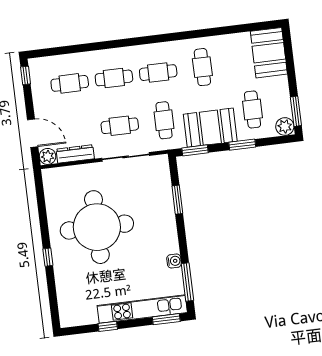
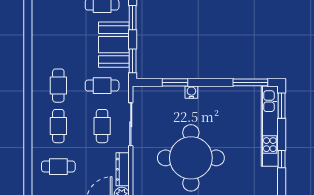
cafe table: (202, 67) -> (58, 45), removed
cafe table: (70, 83) -> (58, 167), turned 90
water cooler: (174, 261) -> (191, 92), moved

